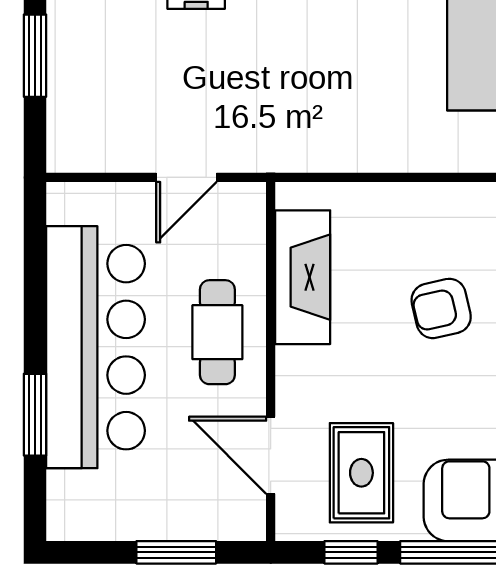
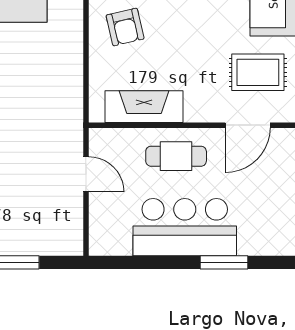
armchair: (441, 308) -> (125, 27), moved
bar counter: (96, 347) -> (185, 227), width x0.73

